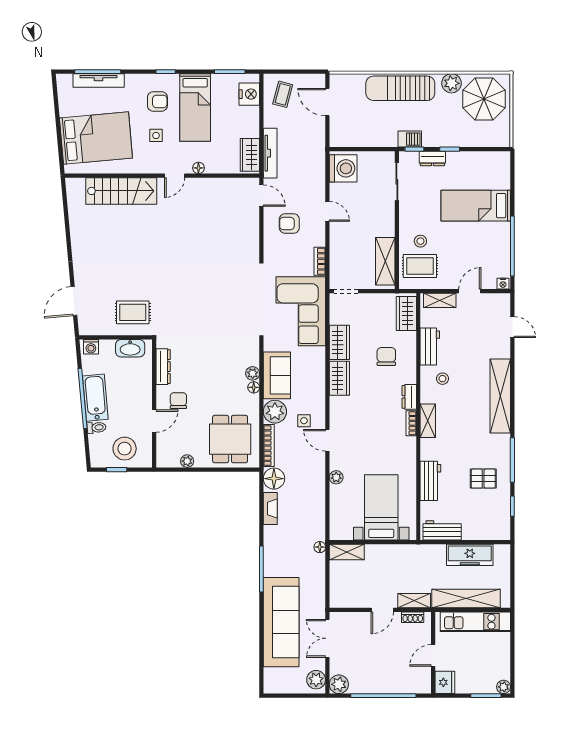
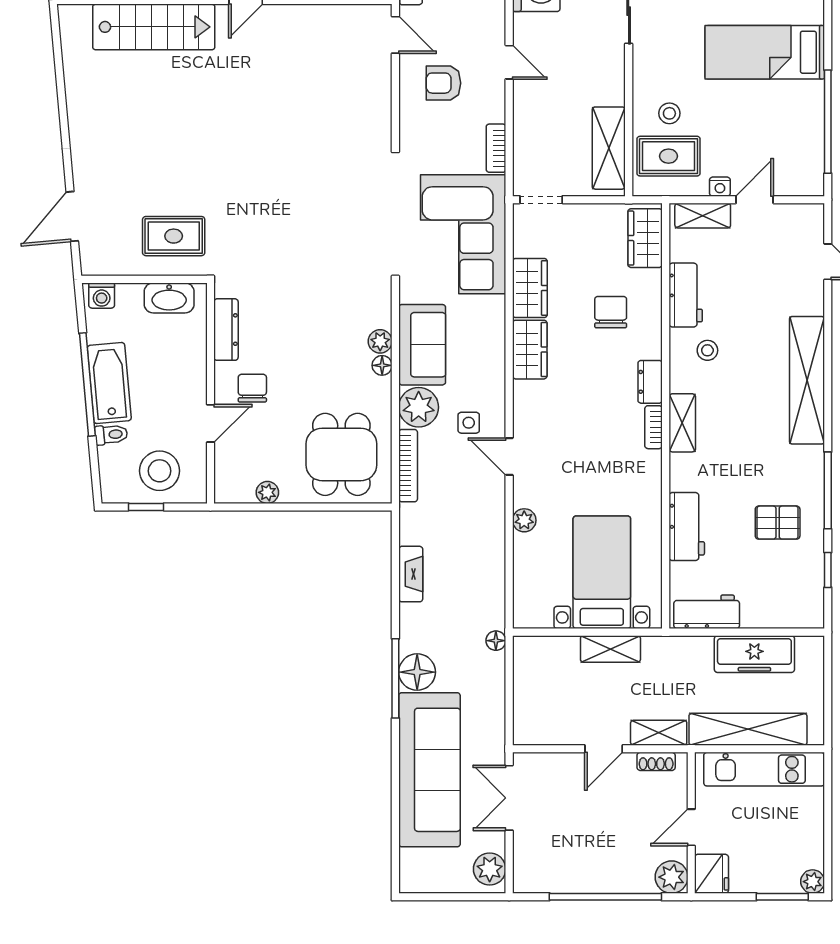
nightstand: (503, 284) -> (720, 187), moved
floor lamp: (274, 479) -> (417, 672), moved
shelving: (347, 552) -> (610, 649), moved
plant: (339, 684) -> (672, 877), moved

